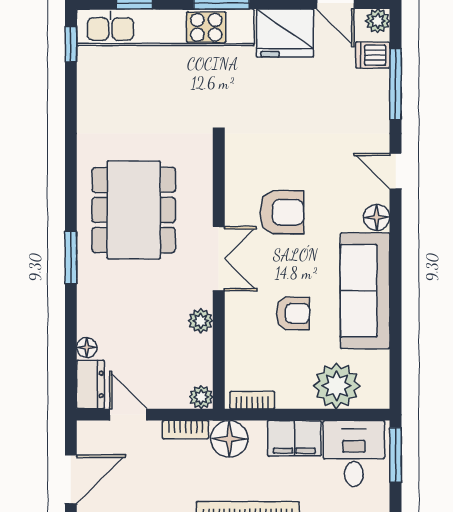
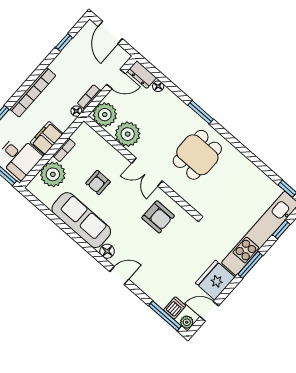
window: (396, 84) -> (165, 316), moved
dining table: (134, 210) -> (197, 155), width x0.73
armchair: (282, 212) -> (158, 217), moved, turned -90
plant: (201, 321) -> (128, 134), width x1.87, depth x1.87
plant: (201, 397) -> (105, 115), width x1.88, depth x1.88
bookcase: (252, 400) -> (64, 150), moved
floor lamp: (229, 439) -> (76, 111), width x0.53, depth x0.53

